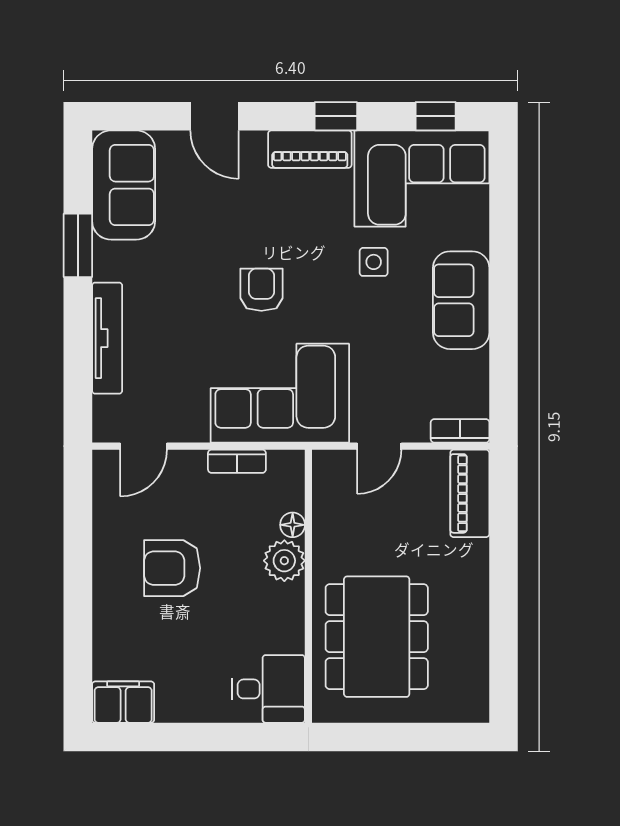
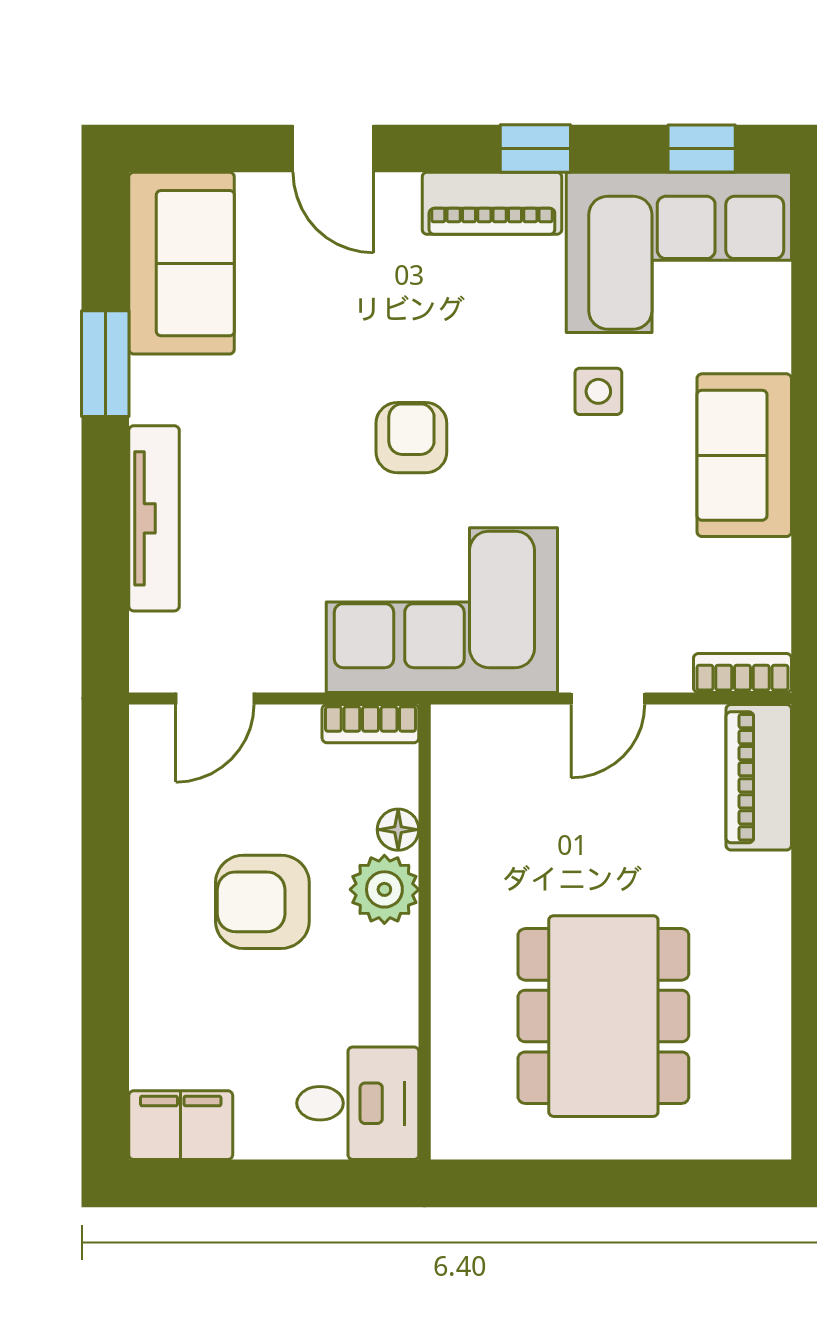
floor lamp: (293, 525) -> (398, 830), moved
plant: (284, 561) -> (384, 889), moved
wall: (308, 586) -> (425, 932), moved
desk: (268, 689) -> (358, 1103), moved

